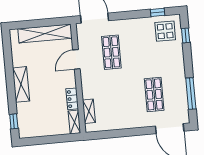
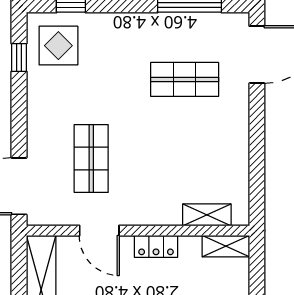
shop shelf: (111, 52) -> (91, 158), turned 90
locker: (72, 99) -> (156, 246), moved

